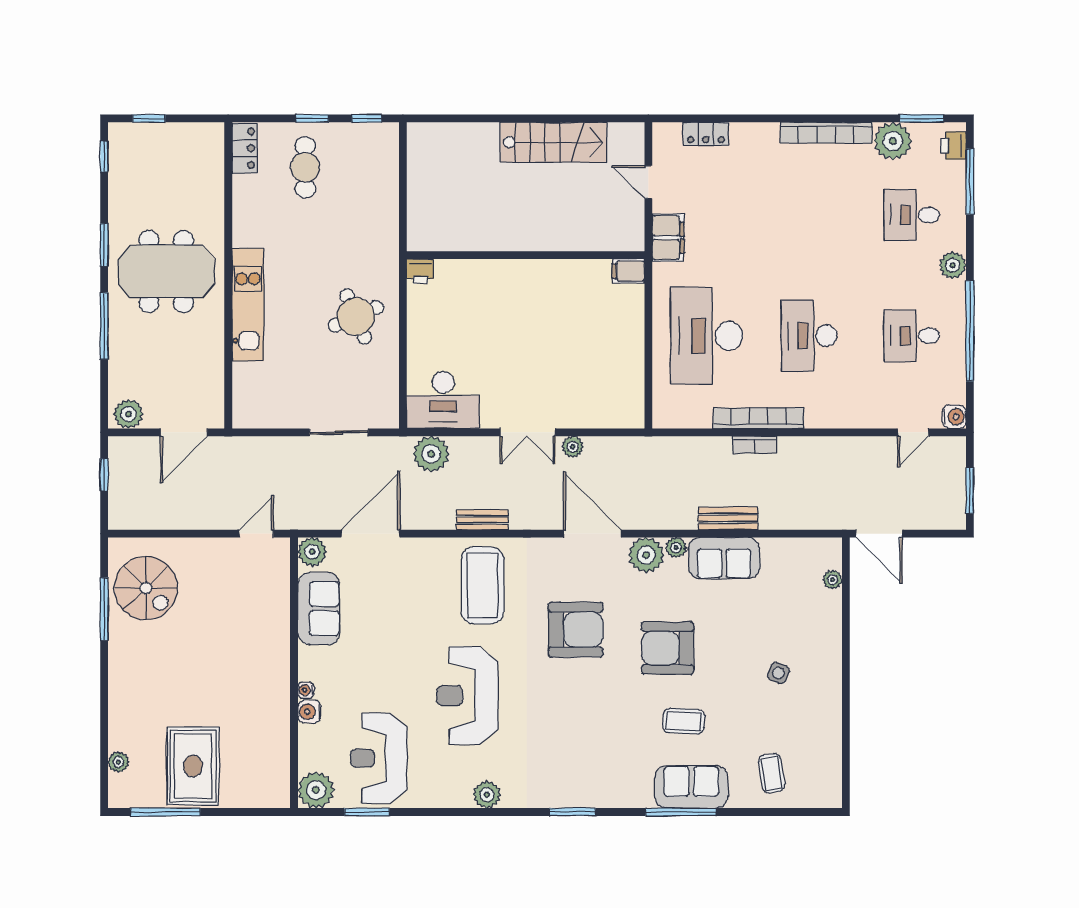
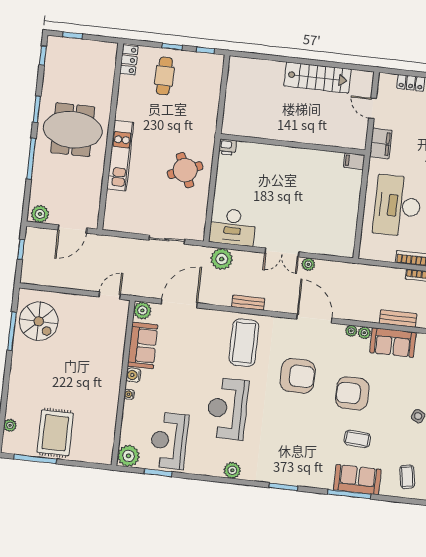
plant: (646, 555) -> (351, 331), width x0.53, depth x0.53
water cooler: (309, 712) -> (133, 375), moved

